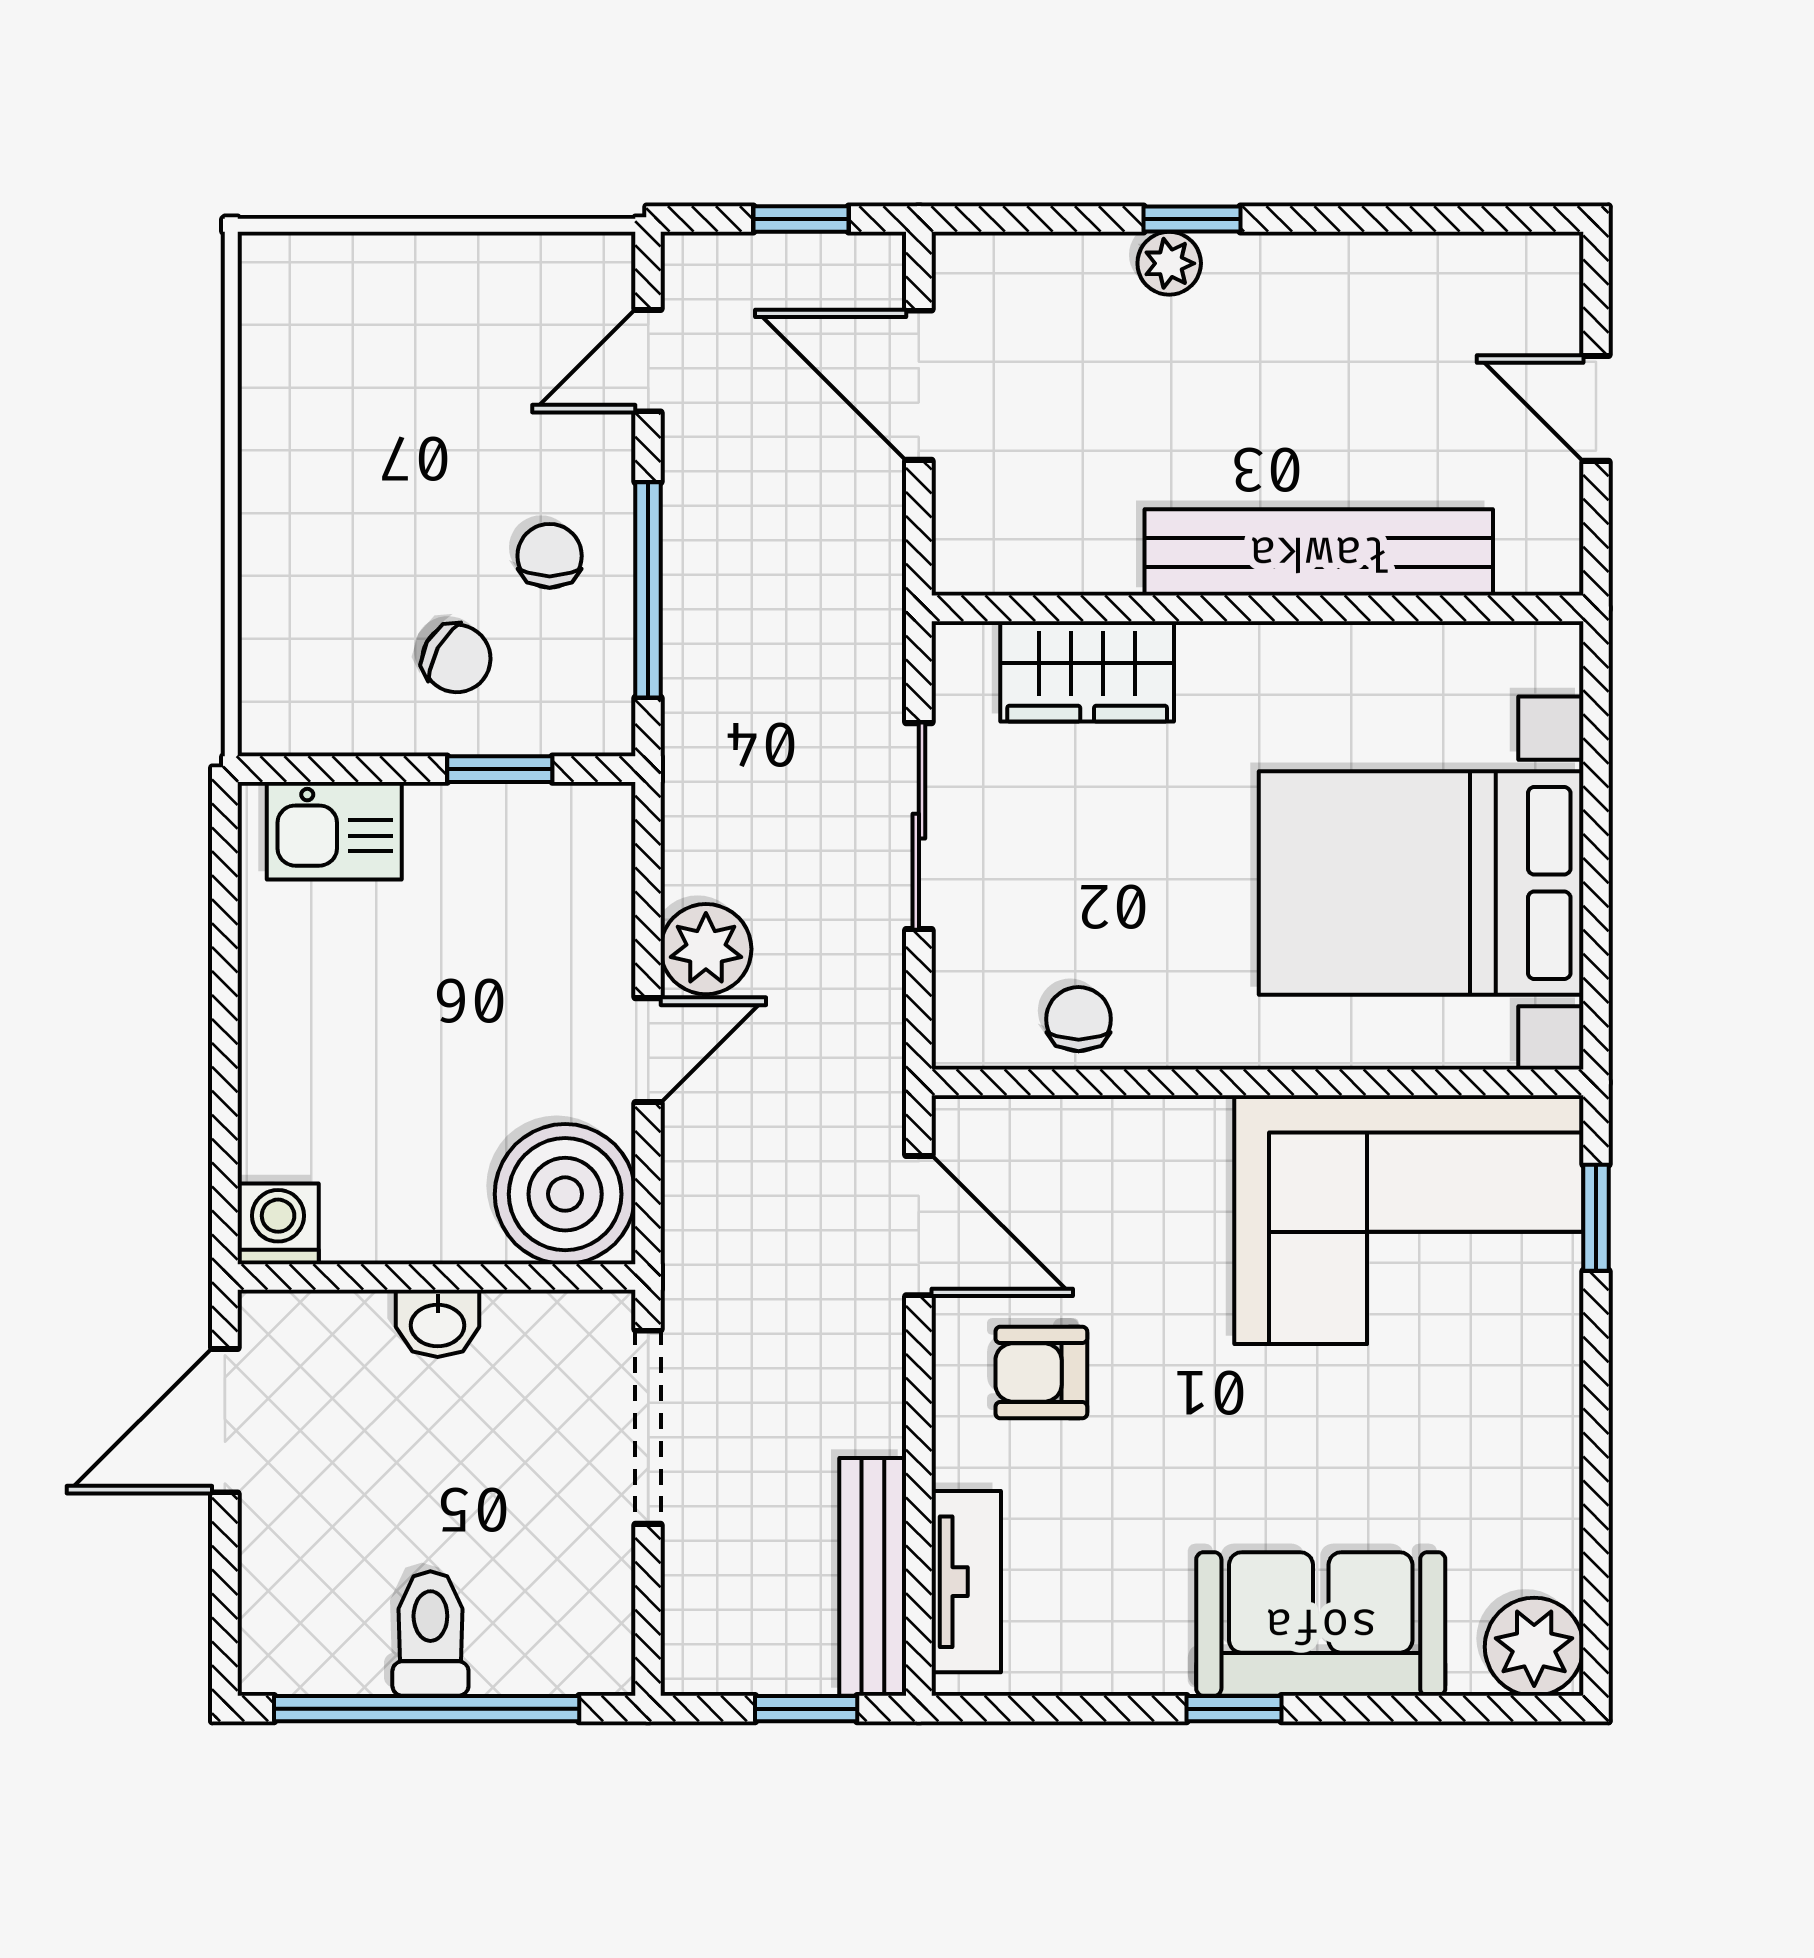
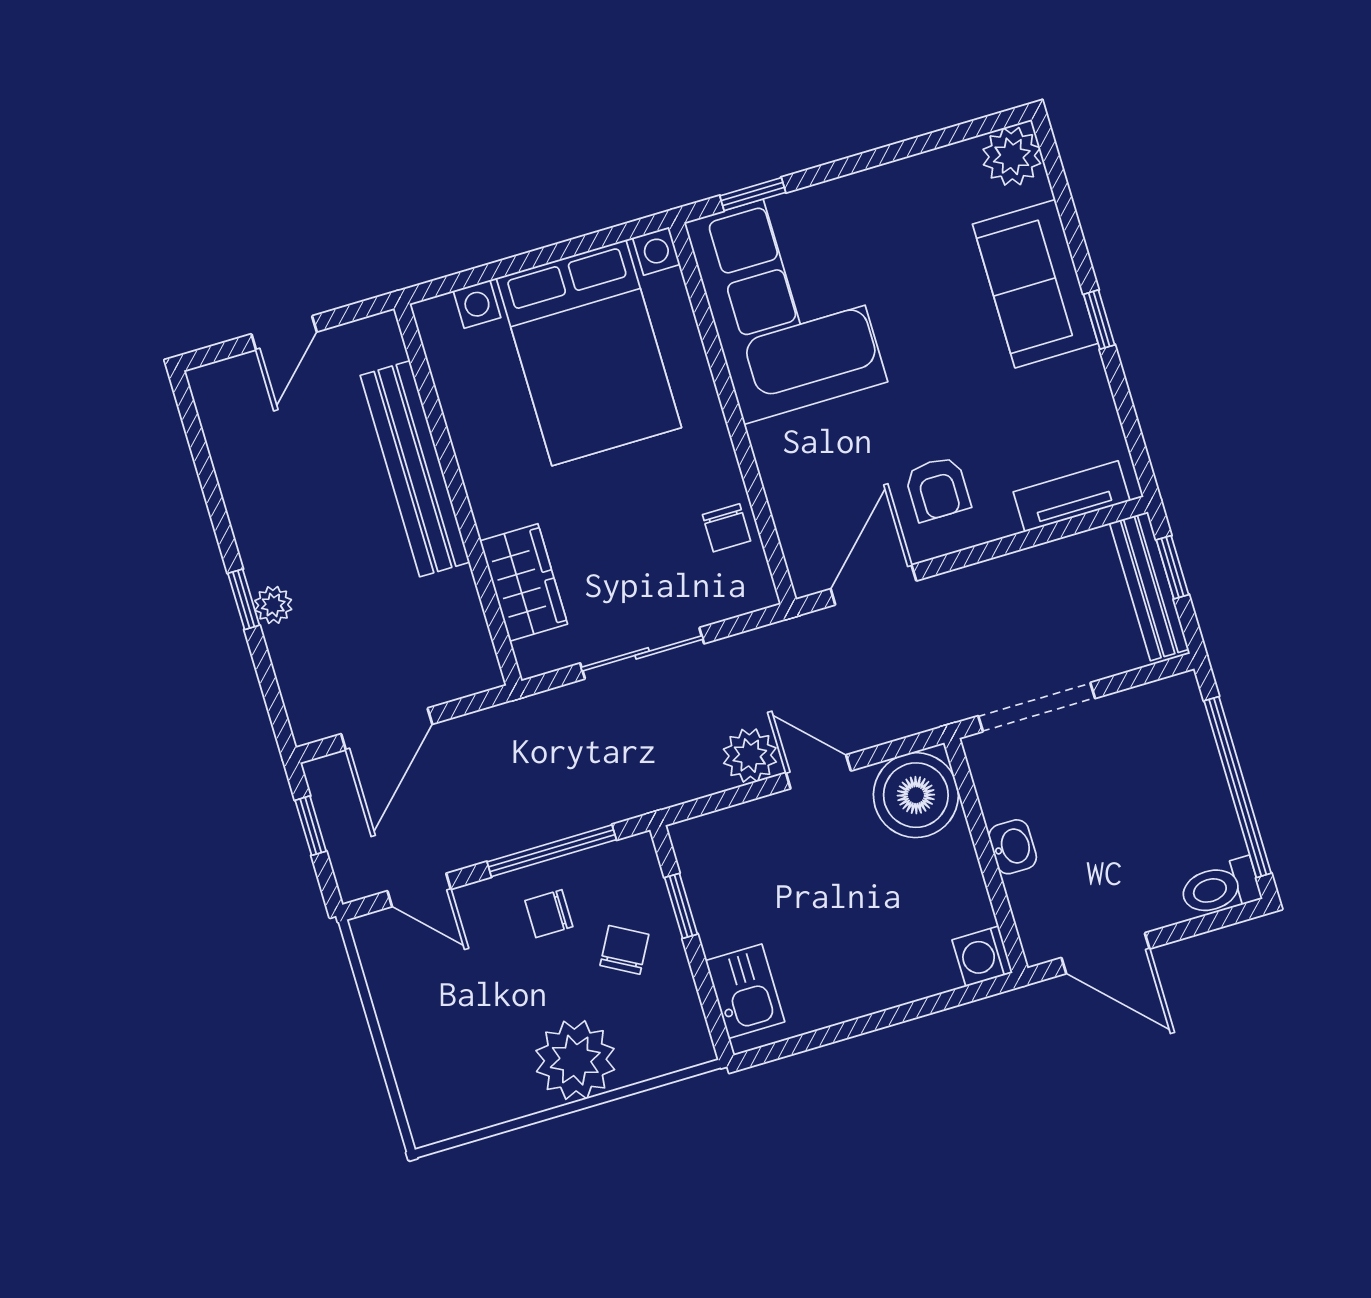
plant: (305, 529) -> (575, 1060), added
chair: (1079, 1019) -> (726, 528), turned -90
bench: (873, 1577) -> (1149, 586), moved, turned 90
toilet: (430, 1634) -> (1220, 887), moved

